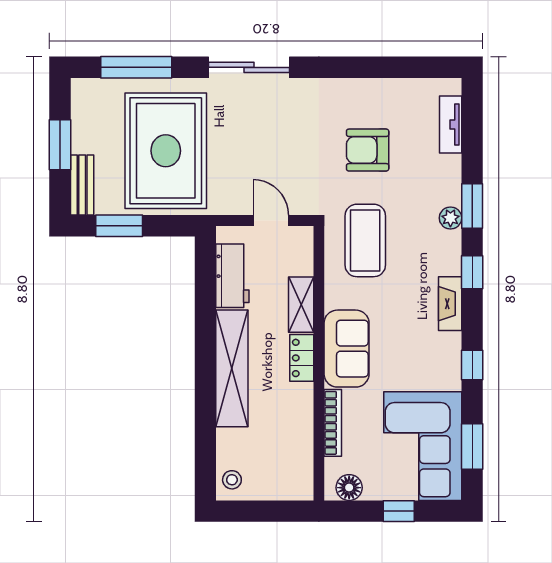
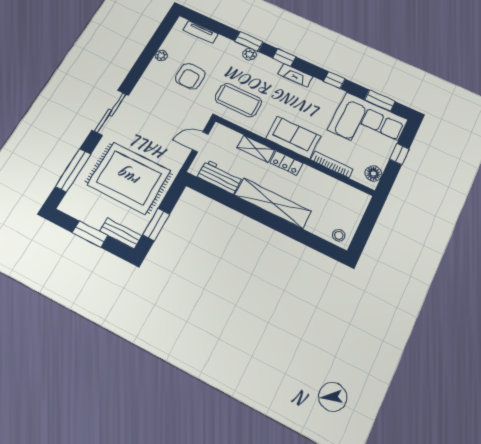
plant: (379, 88) -> (161, 55), added

